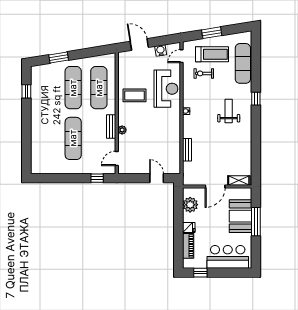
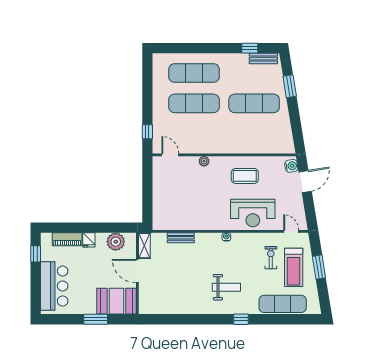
water cooler: (161, 51) -> (291, 166), moved
exercise mat: (99, 88) -> (194, 73), moved
coffee table: (135, 95) -> (245, 176), turned 90
bench: (111, 126) -> (263, 59), moved
door: (157, 178) -> (147, 202), removed
shelving: (239, 180) -> (144, 246), moved
booth: (241, 216) -> (116, 301), moved
window: (256, 222) -> (96, 319), width x0.69

